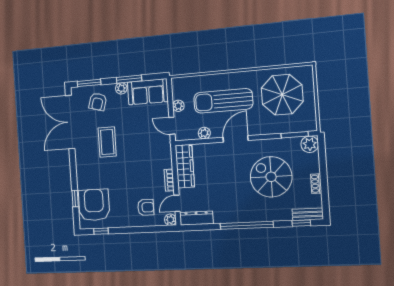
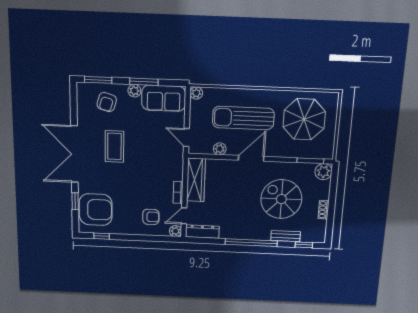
plant: (178, 106) -> (196, 93), moved
double door: (70, 122) -> (74, 154), moved
armchair: (94, 205) -> (96, 210), turned 90
bench: (308, 214) -> (286, 236), moved

